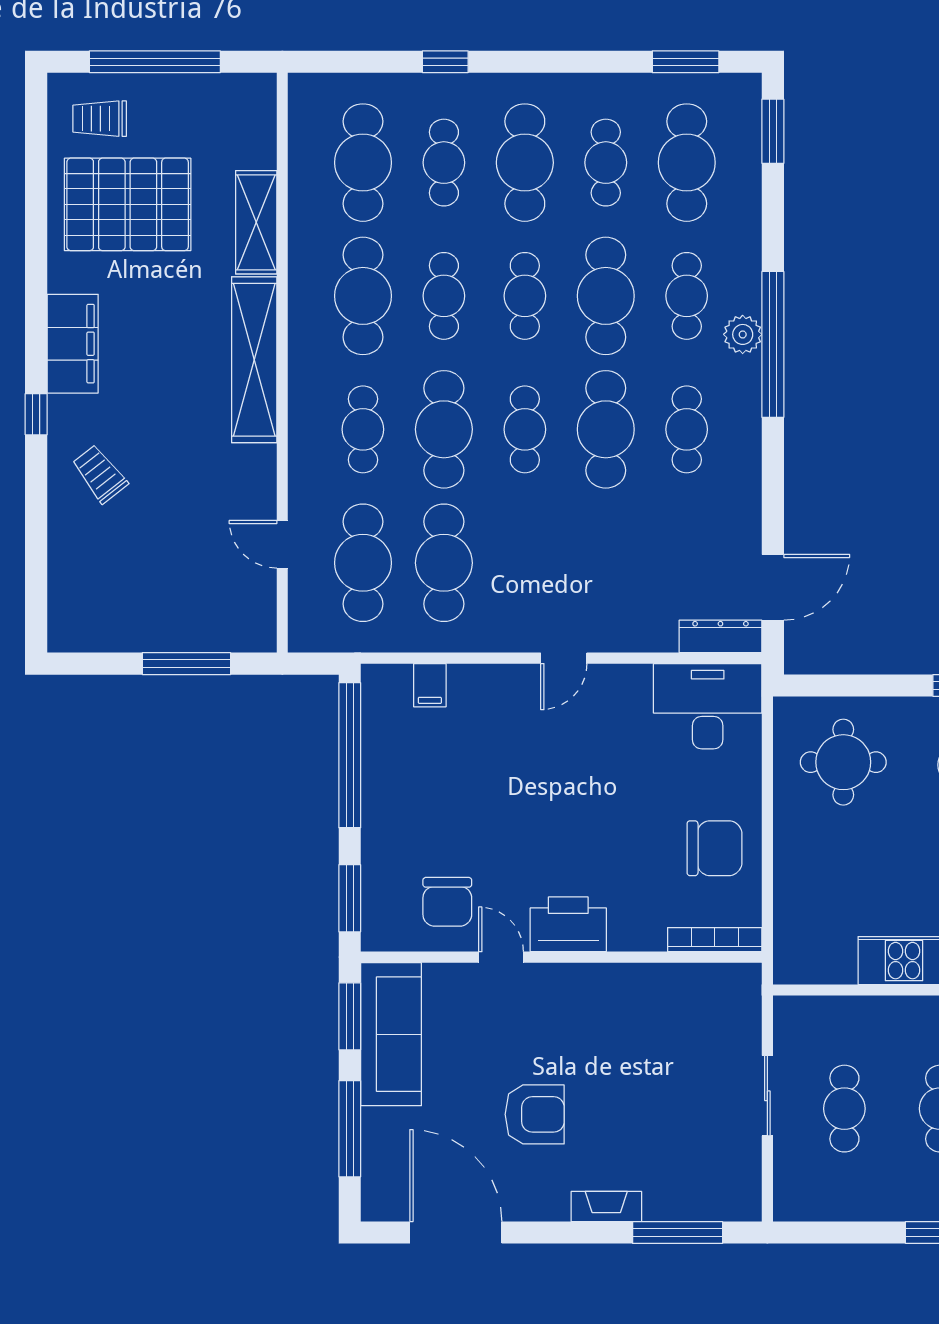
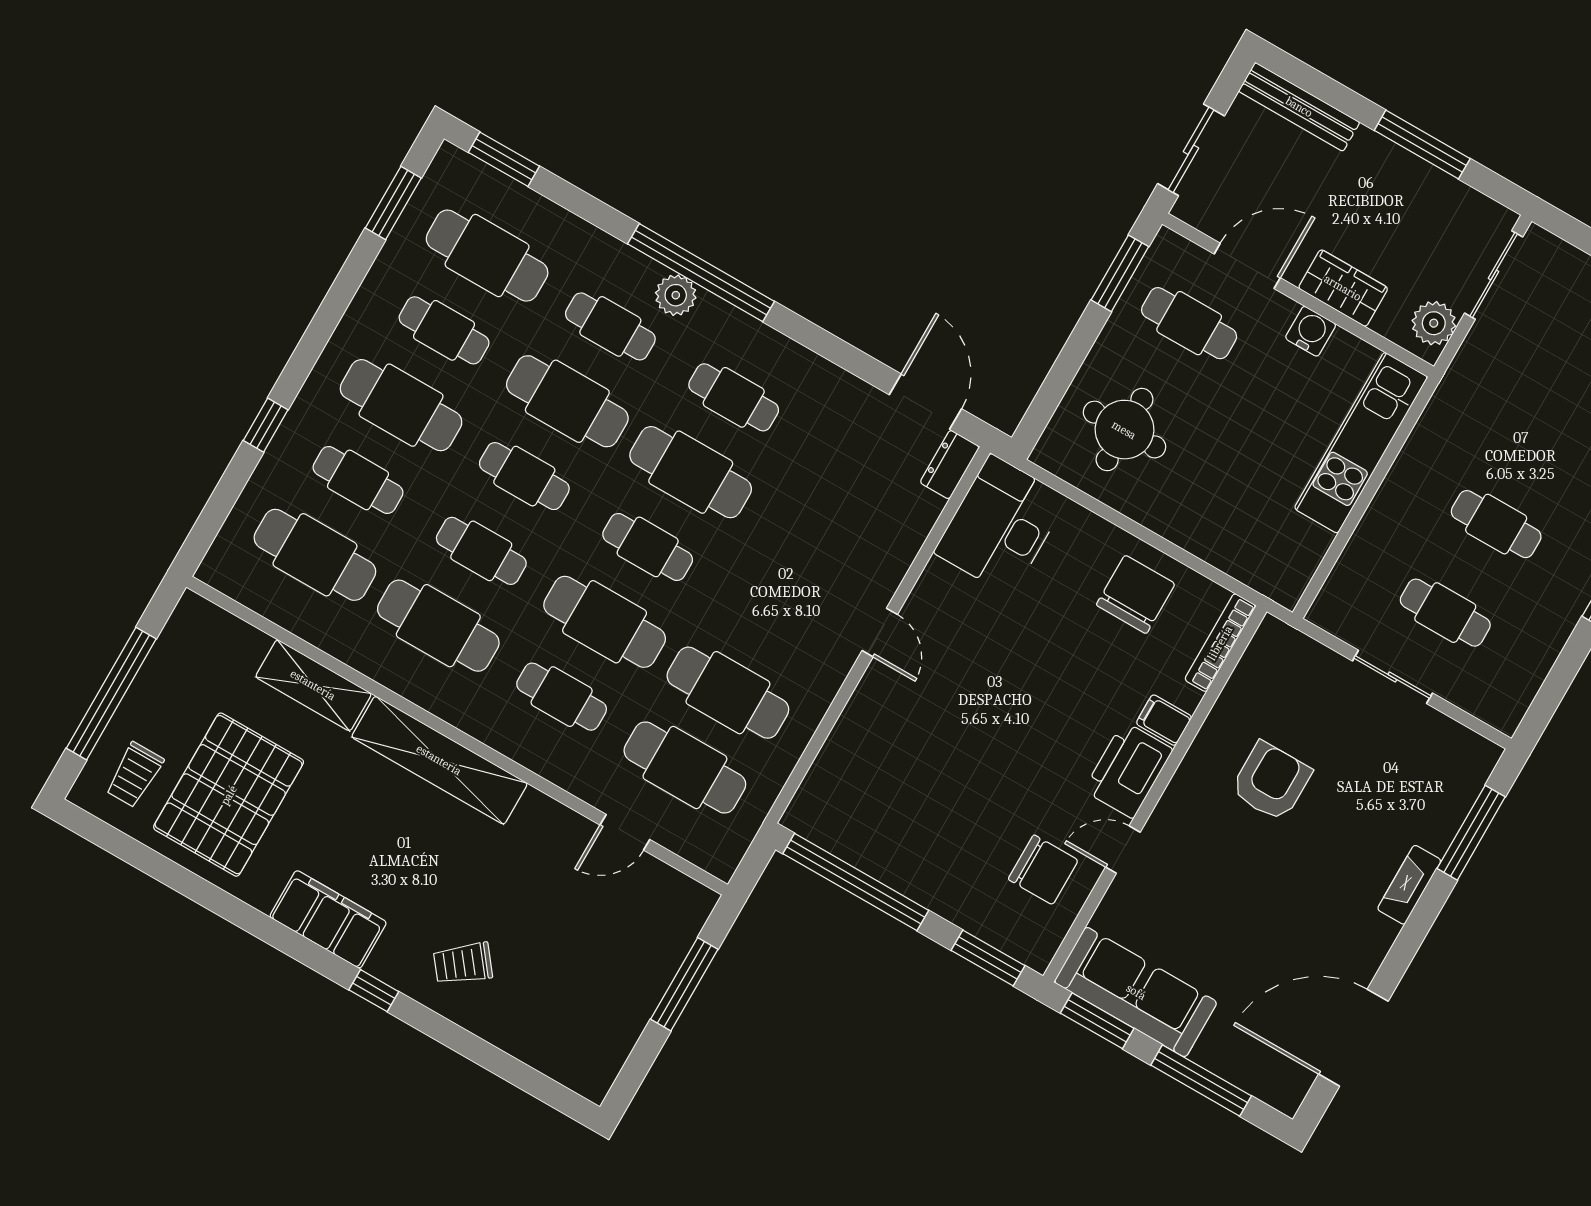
dresser: (720, 636) -> (950, 465), width x0.70
filing cabinet: (430, 685) -> (1164, 720), moved, turned 180
armchair: (535, 1114) -> (1271, 781), moved

